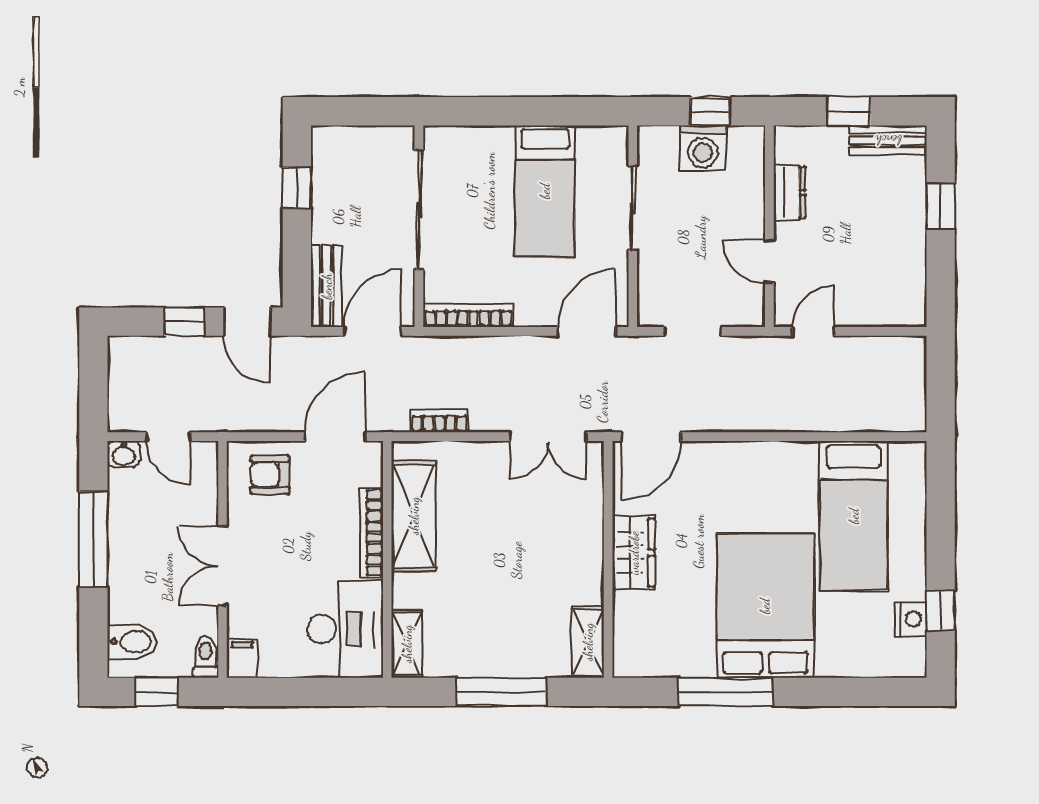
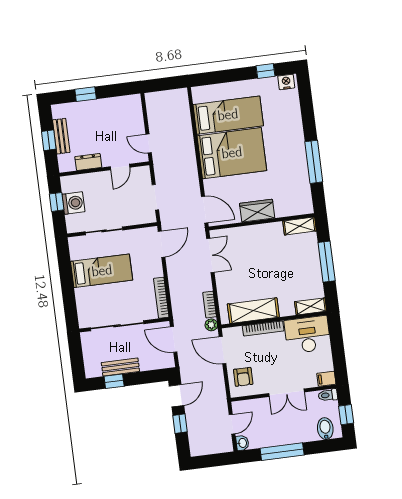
bench: (888, 140) -> (61, 136), moved
bench: (327, 286) -> (120, 367), moved
door: (587, 331) -> (161, 244), swing flipped
plant: (394, 419) -> (211, 325), added
bed: (765, 606) -> (232, 153), moved, turned 180
nightstand: (911, 619) -> (286, 82), moved

